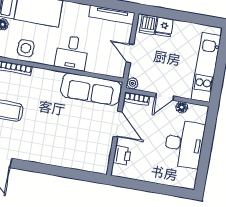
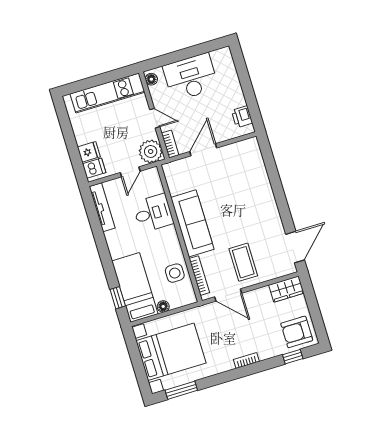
desk: (72, 53) -> (153, 213), moved
plant: (132, 83) -> (151, 151), width x1.88, depth x1.88
sofa: (91, 89) -> (192, 223), moved
floor lamp: (182, 107) -> (151, 79), moved
printer: (122, 155) -> (242, 117), moved, turned -90

